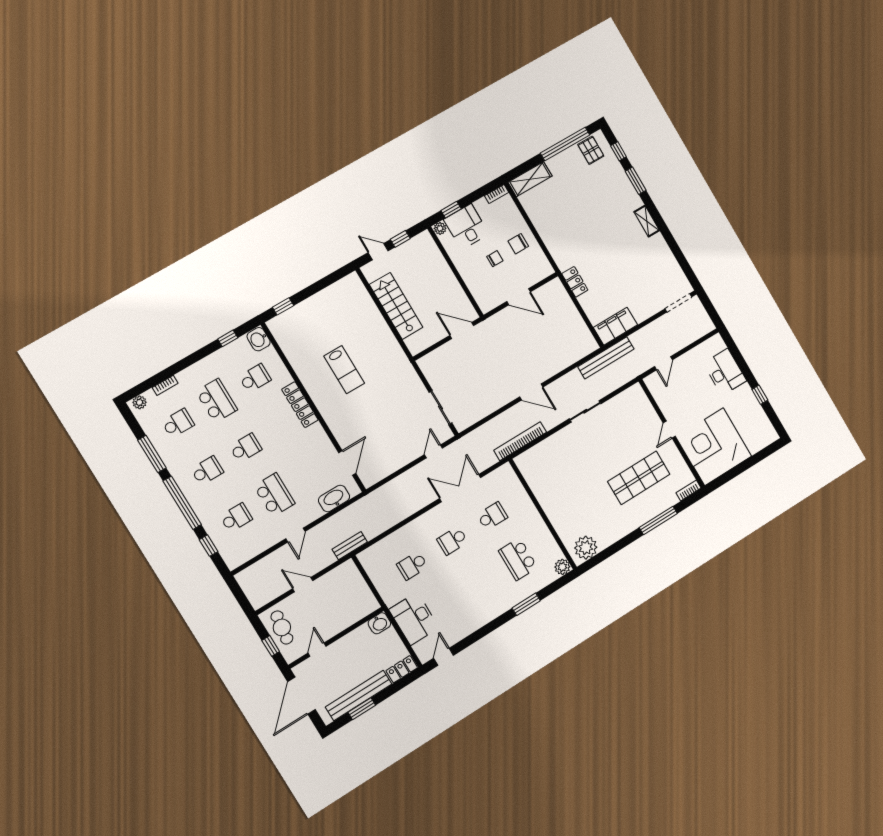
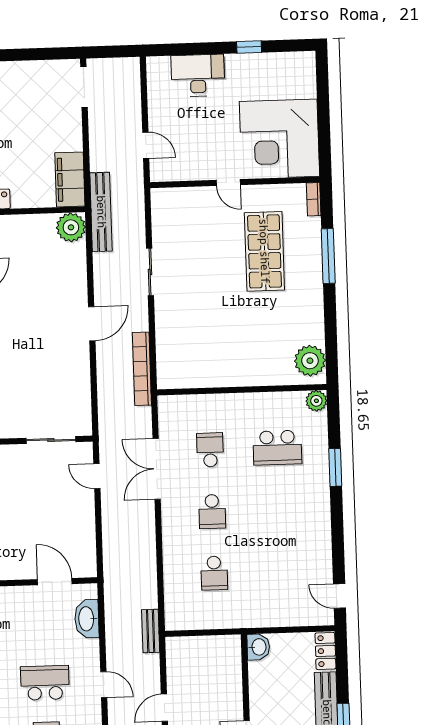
plant: (585, 344) -> (71, 227), added
desk: (414, 619) -> (276, 605), removed

